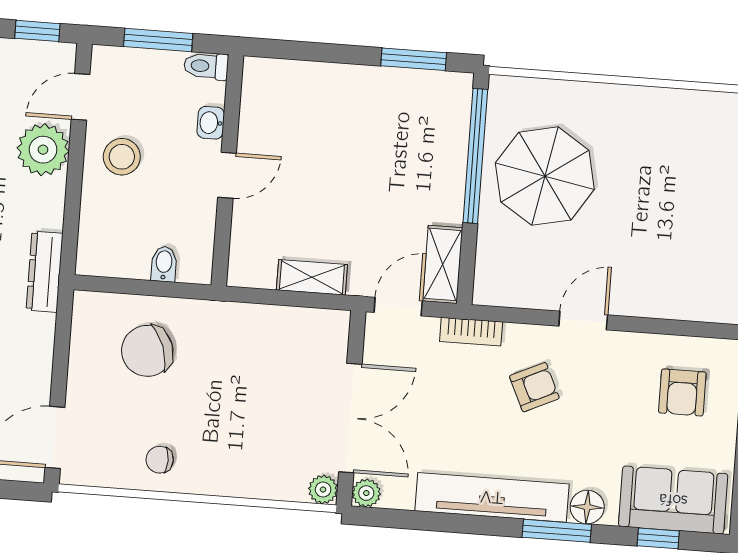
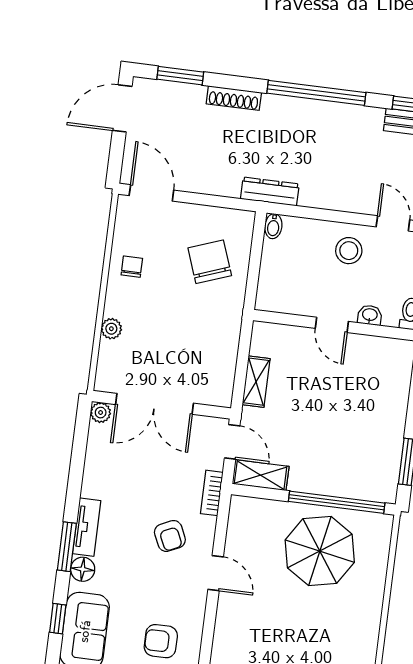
plant: (43, 150) -> (357, 195), removed
bidet: (164, 264) -> (273, 226), moved, turned 90
plant: (323, 490) -> (111, 329), moved
tv unit: (492, 497) -> (87, 527), width x0.52, depth x0.78

